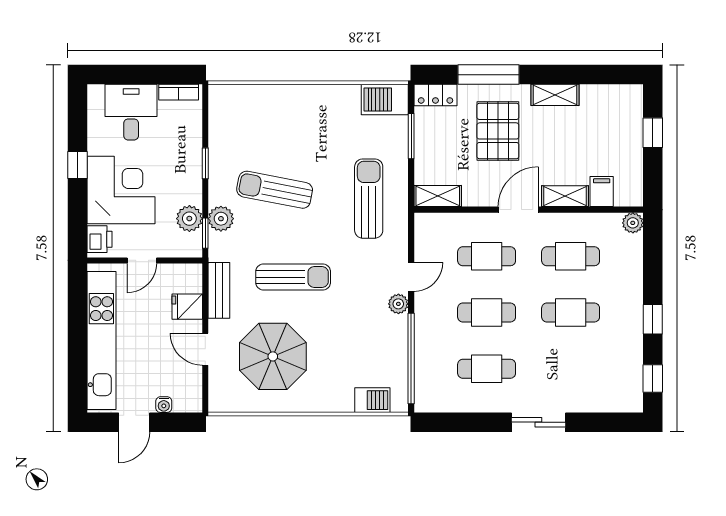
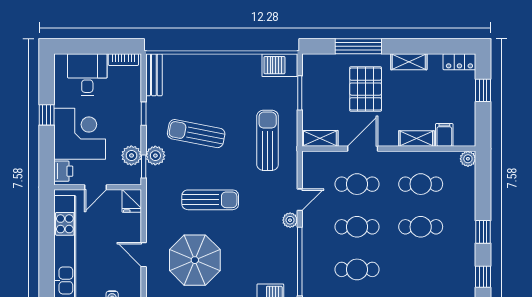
locker: (435, 95) -> (459, 62), moved
door: (518, 210) -> (363, 149), moved
bench: (219, 290) -> (154, 75), moved
fridge: (187, 307) -> (132, 201), moved, turned -90

